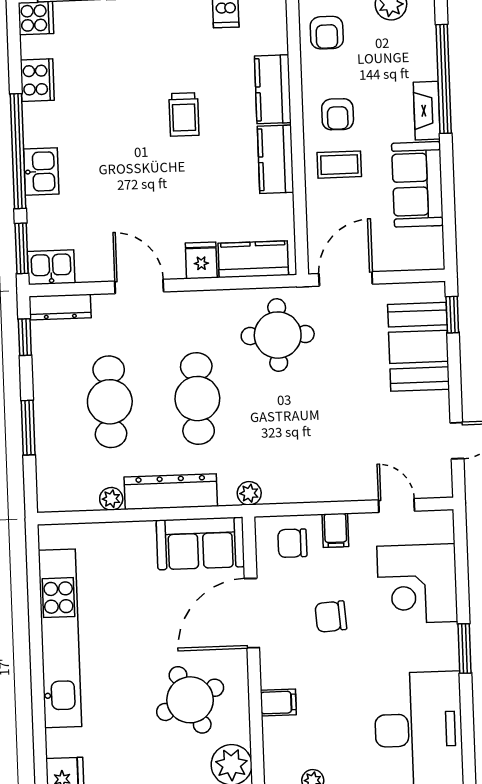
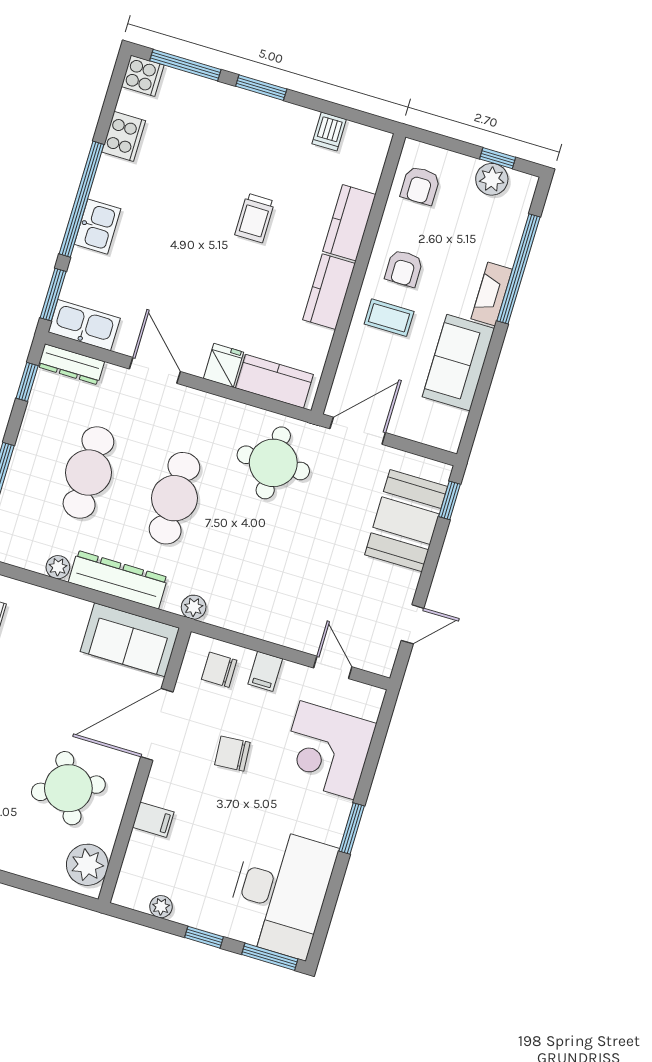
kitchen sink: (51, 267) -> (84, 325), width x1.38

